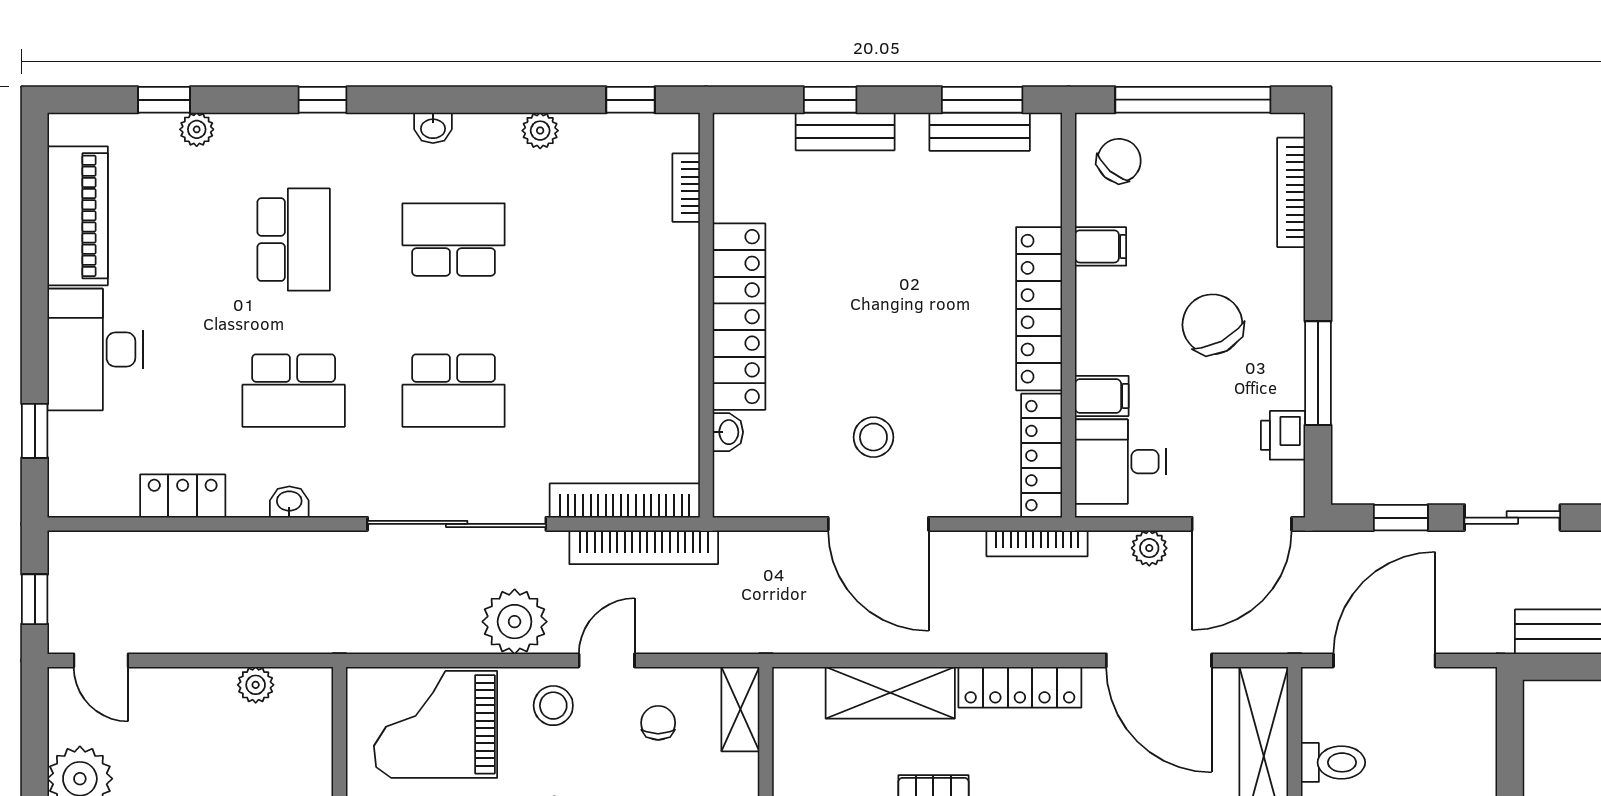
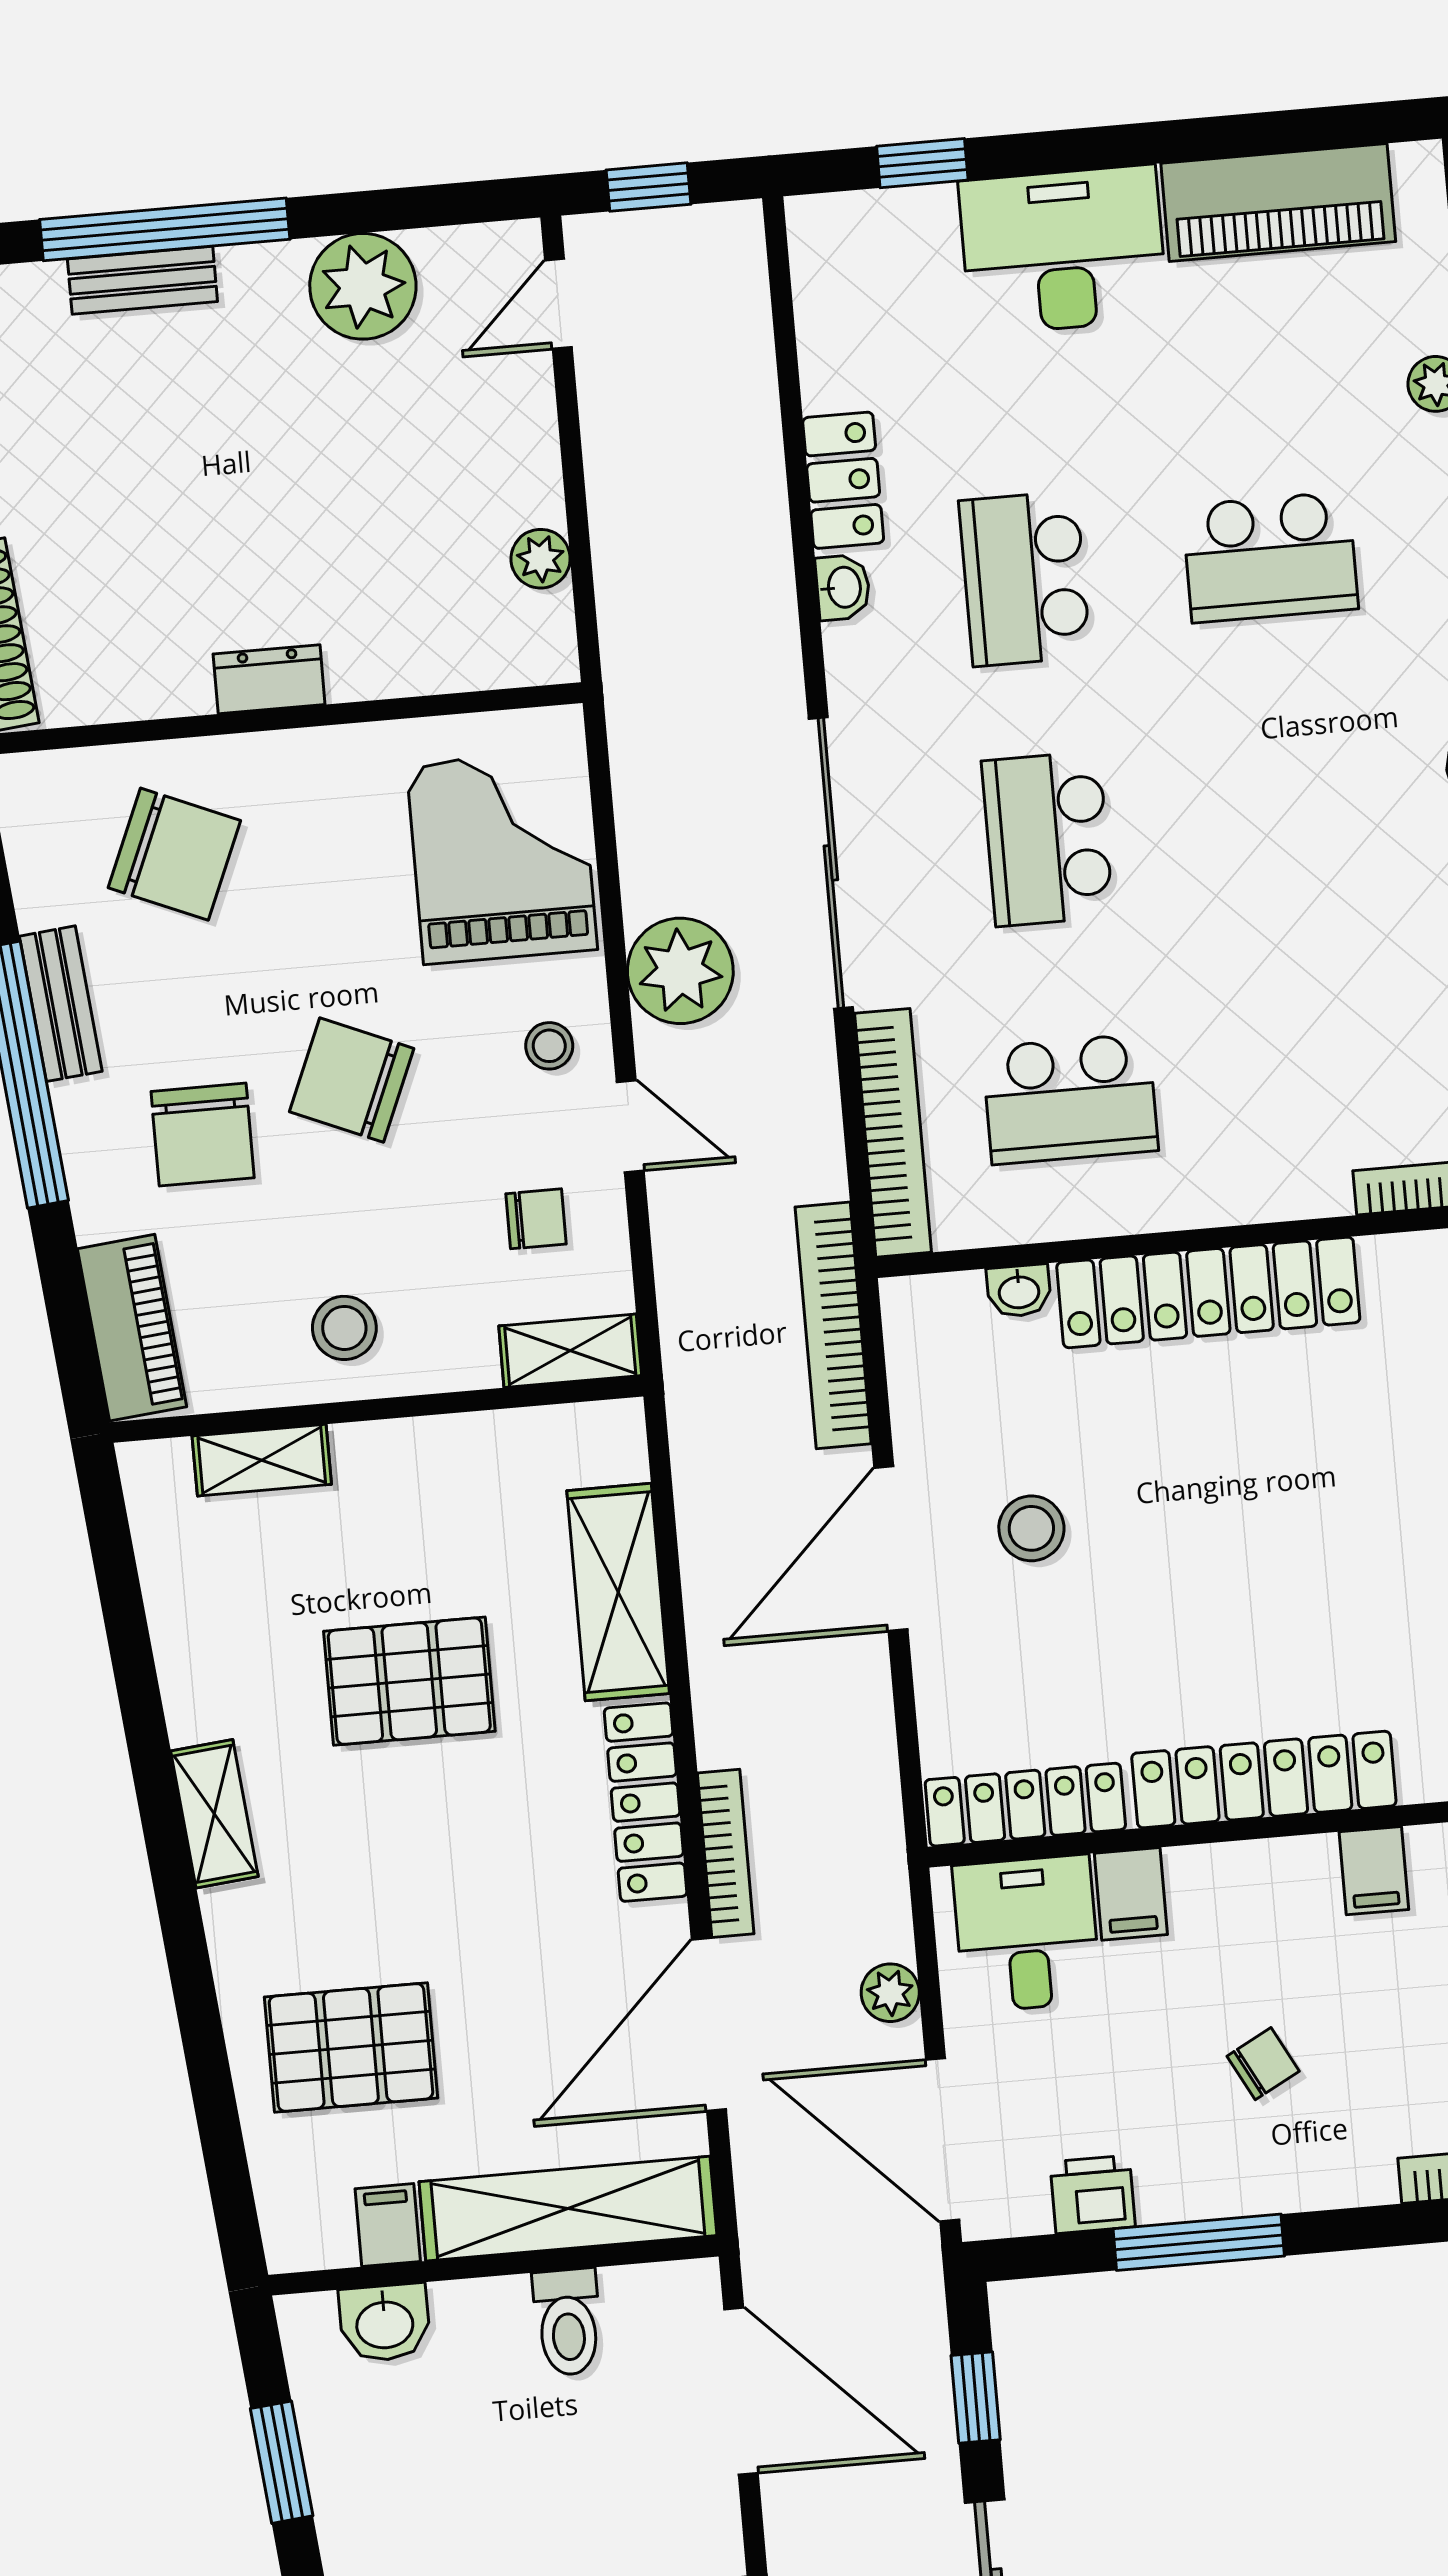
school desk: (454, 240) -> (1070, 1099), moved, turned 90
chair: (1212, 324) -> (1263, 2064), width x0.54, depth x0.54
locker: (183, 496) -> (843, 480), moved
bookcase: (1037, 543) -> (726, 1853), moved, turned 180
bookcase: (644, 547) -> (833, 1325), moved
stool: (553, 706) -> (549, 1046), width x0.73, depth x0.73

